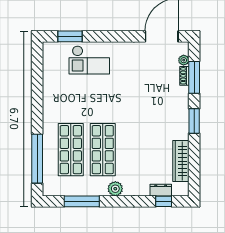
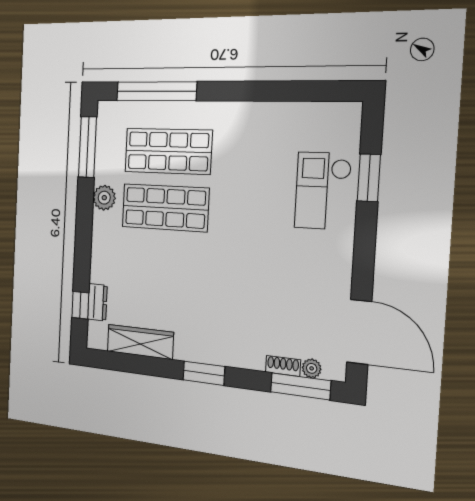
window: (70, 36) -> (369, 178), moved
window: (194, 77) -> (300, 386), moved
plant: (115, 189) -> (104, 198), moved
window: (82, 201) -> (87, 147), moved

